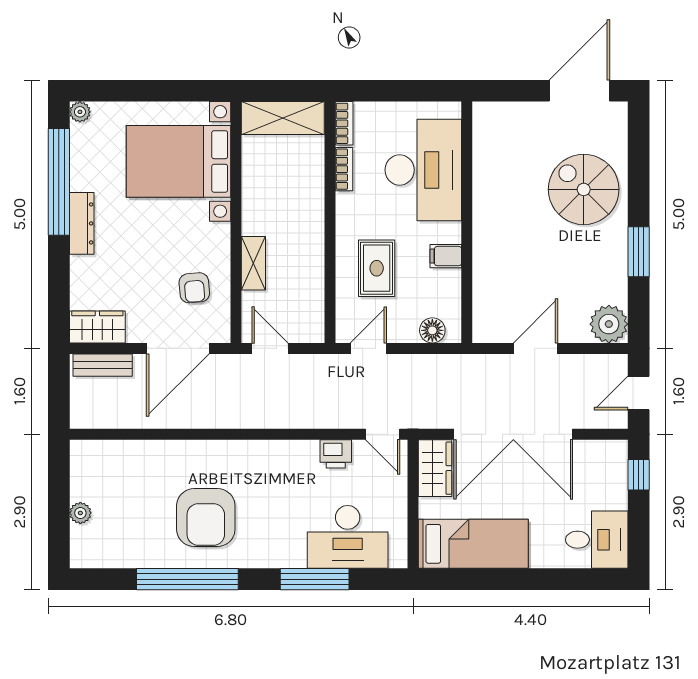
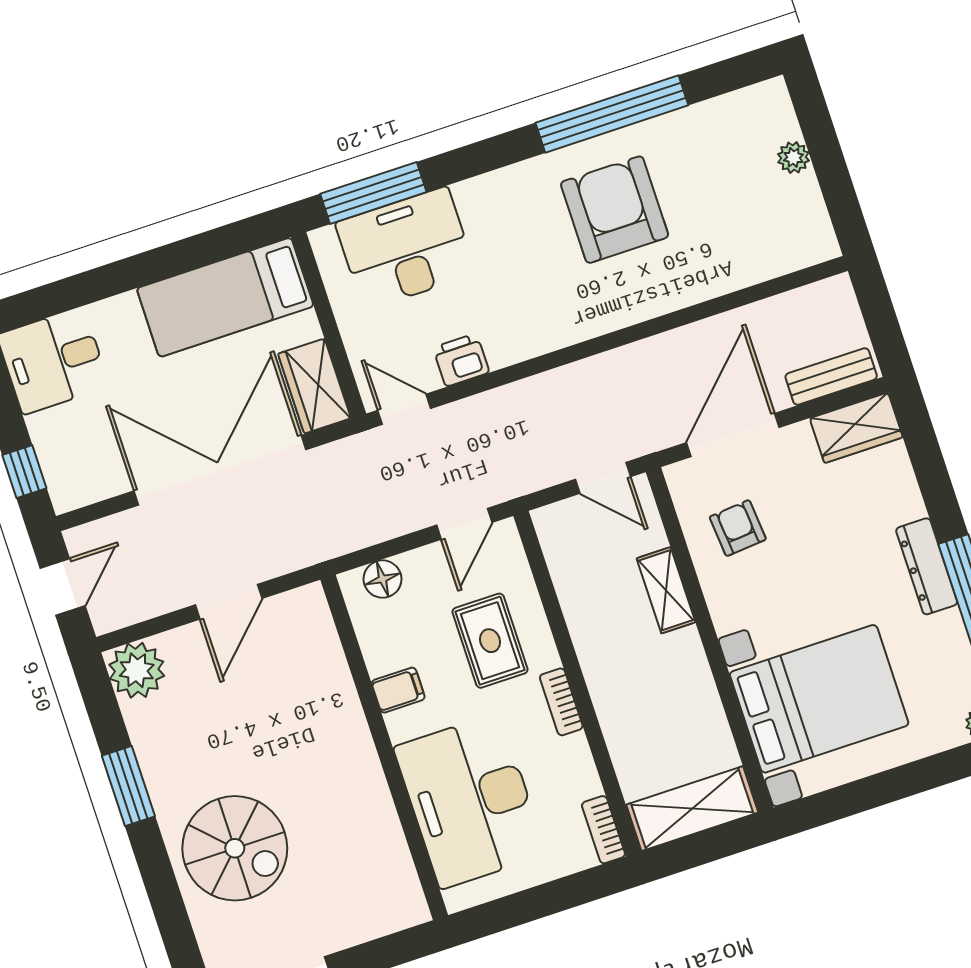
bookcase: (344, 169) -> (561, 702), moved
window: (315, 579) -> (373, 193), moved

